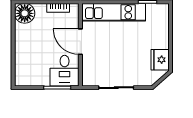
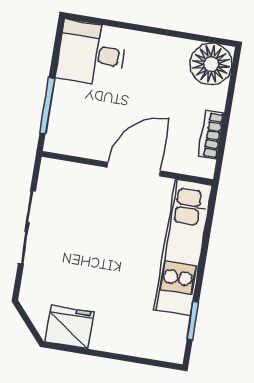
desk: (65, 71) -> (92, 53), moved

